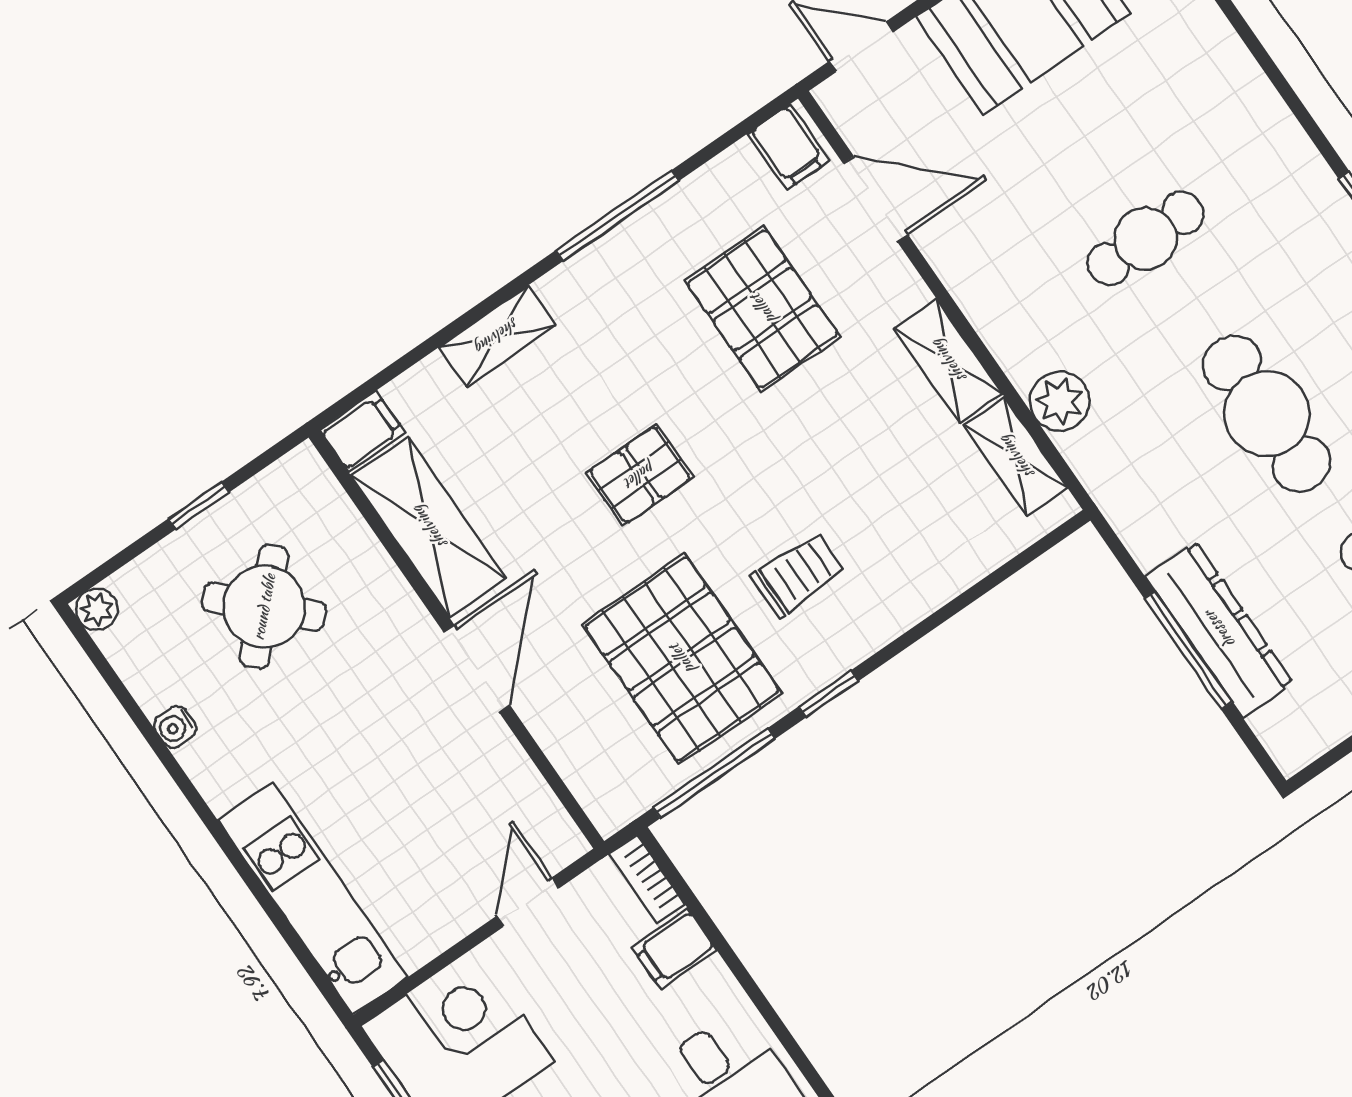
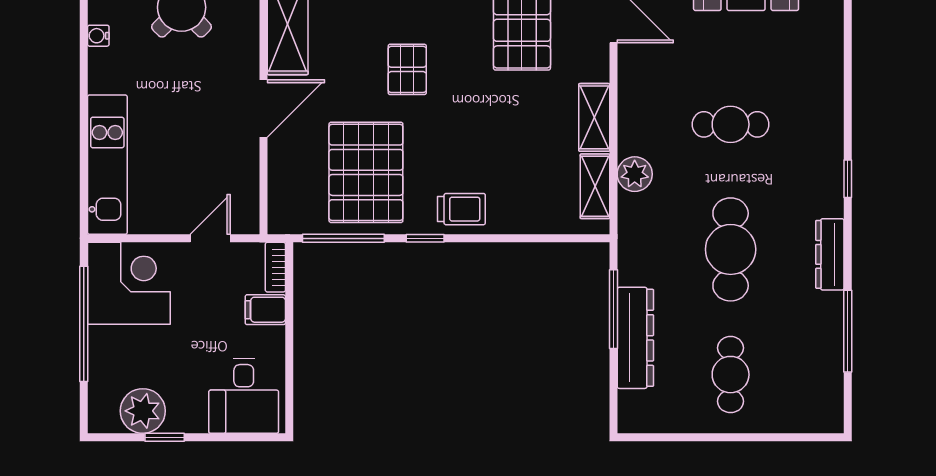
pallet: (640, 475) -> (407, 69), turned 90
trolley: (798, 574) -> (461, 209), moved
window: (1188, 651) -> (613, 309), moved

